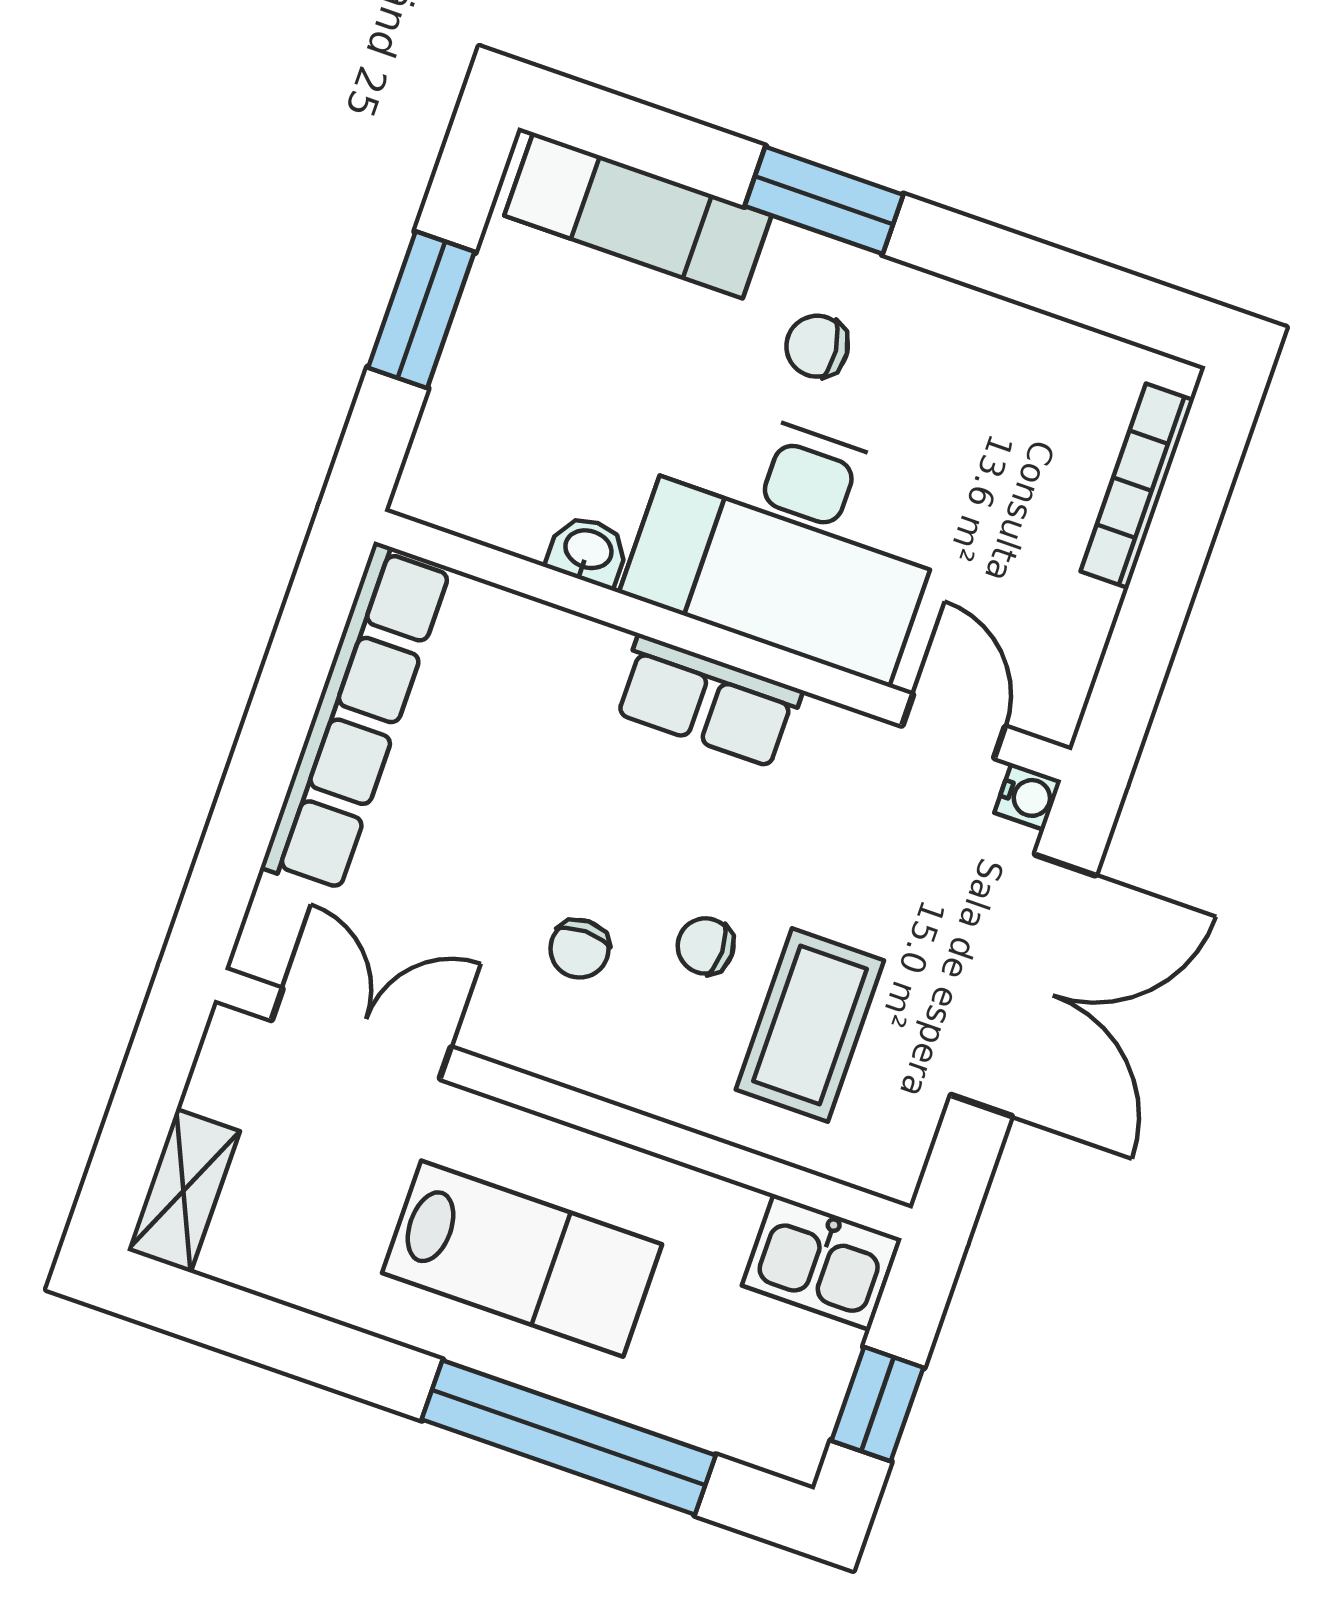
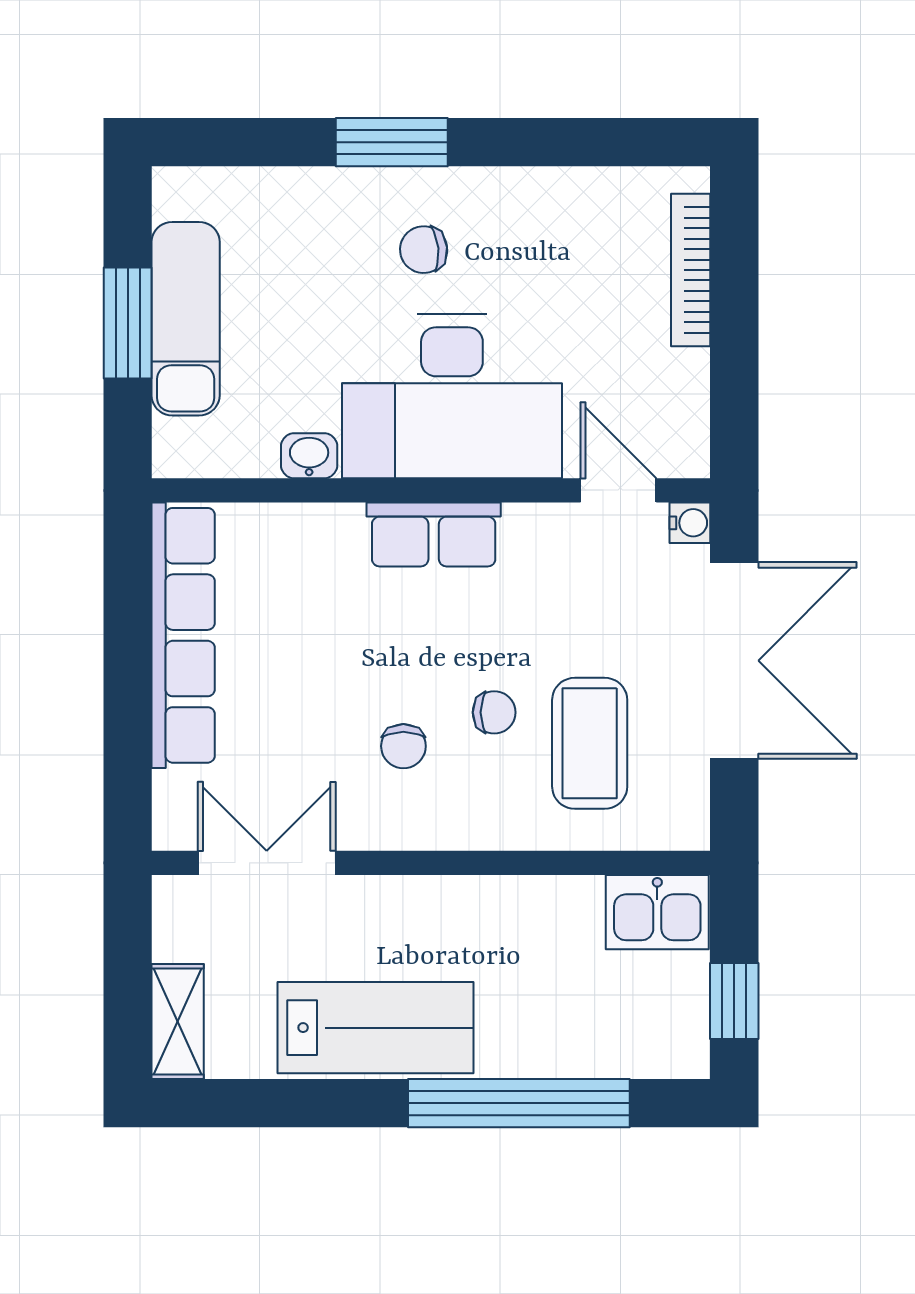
exam couch: (638, 215) -> (186, 319), moved, turned -90
chair: (706, 946) -> (494, 712), turned 180
lab bench: (522, 1259) -> (376, 1028), moved

